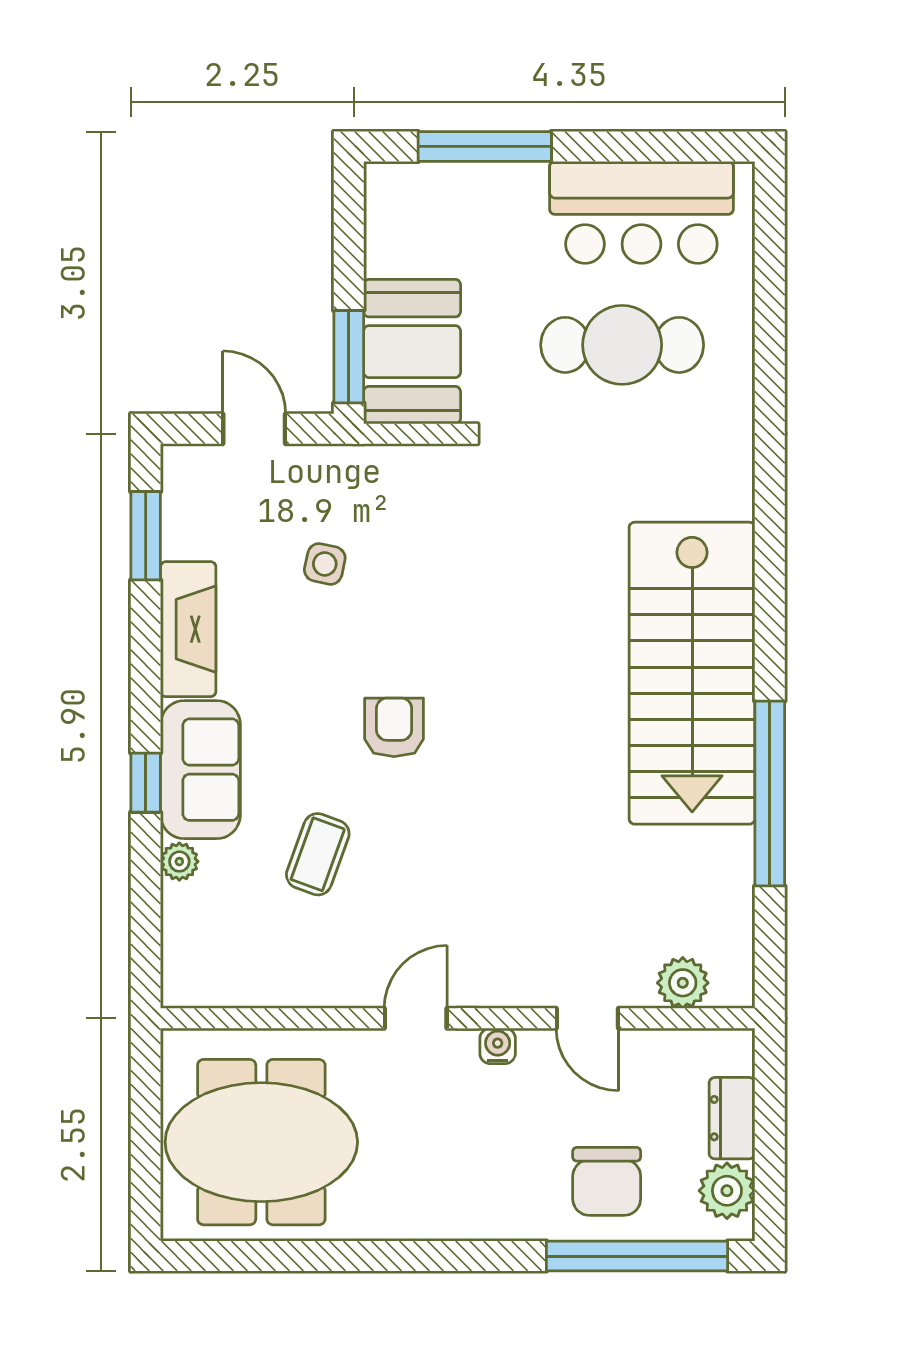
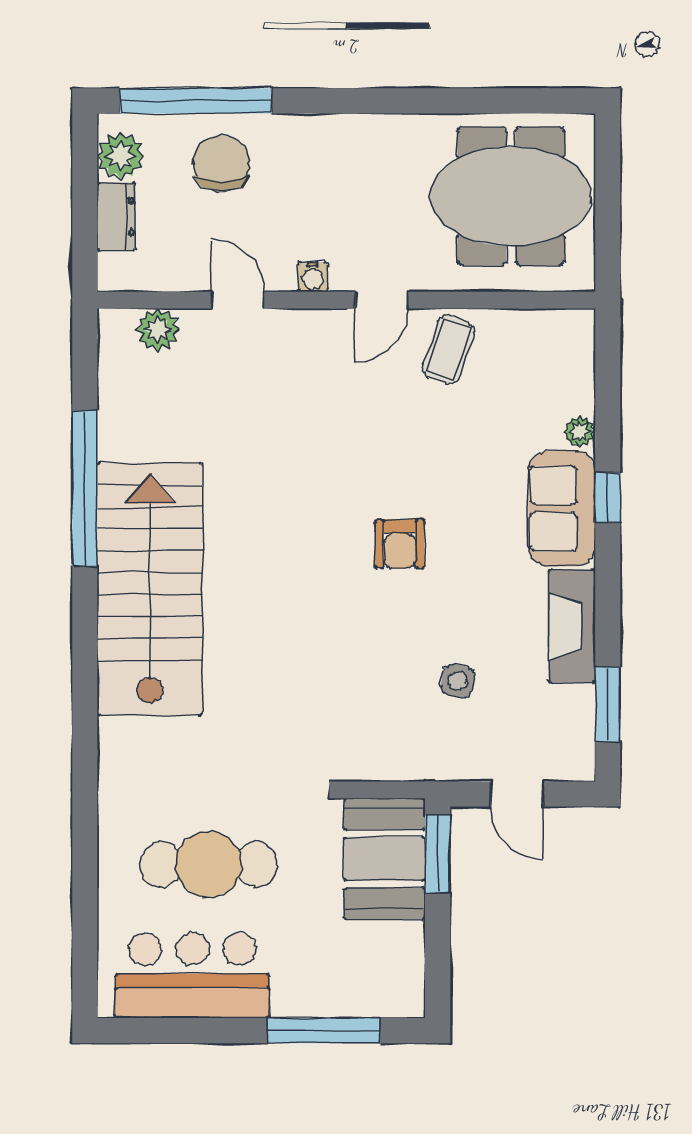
coffee table: (318, 854) -> (448, 350), moved

